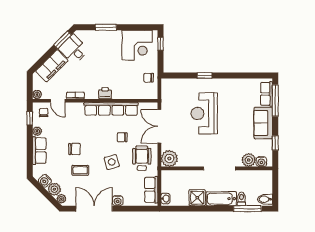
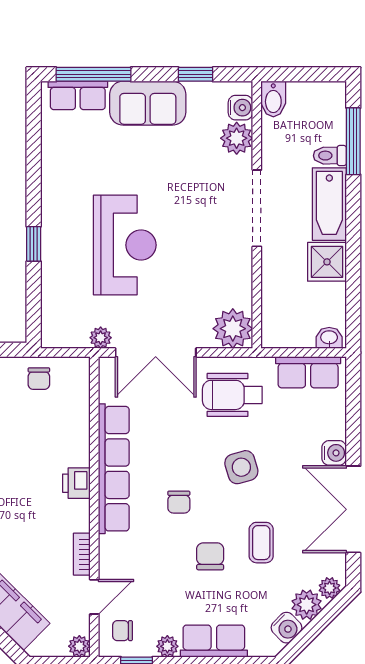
plant: (166, 103) -> (101, 338), added
reception desk: (204, 113) -> (125, 245), turned -90
chair: (122, 137) -> (179, 502), moved
bidet: (265, 199) -> (273, 99), moved

